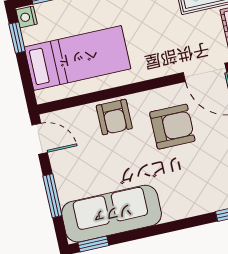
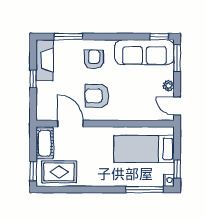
armchair: (114, 117) -> (94, 59), moved
plant: (61, 168) -> (168, 86), added
window: (52, 196) -> (177, 58), moved

